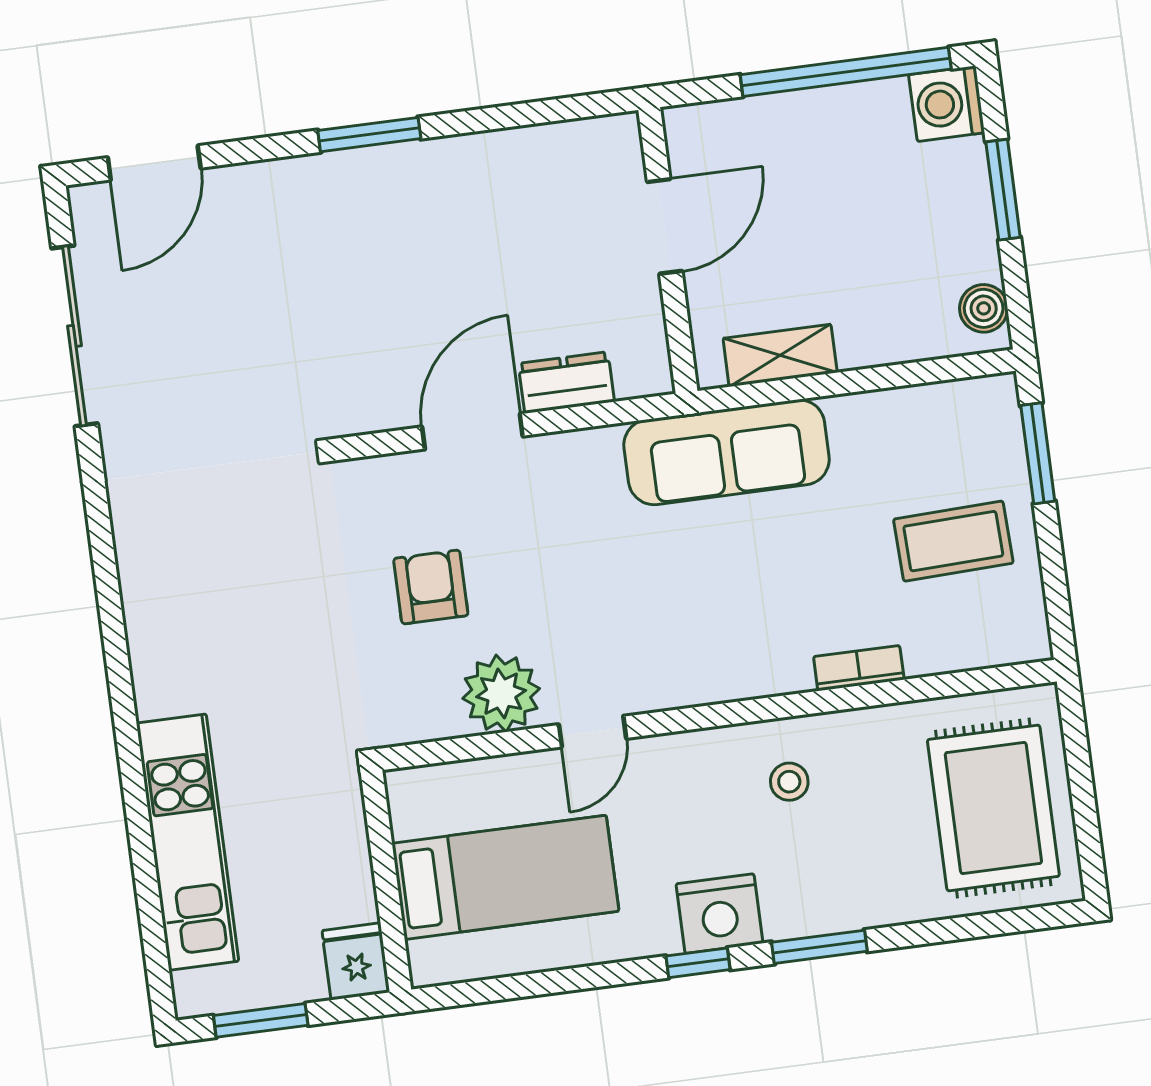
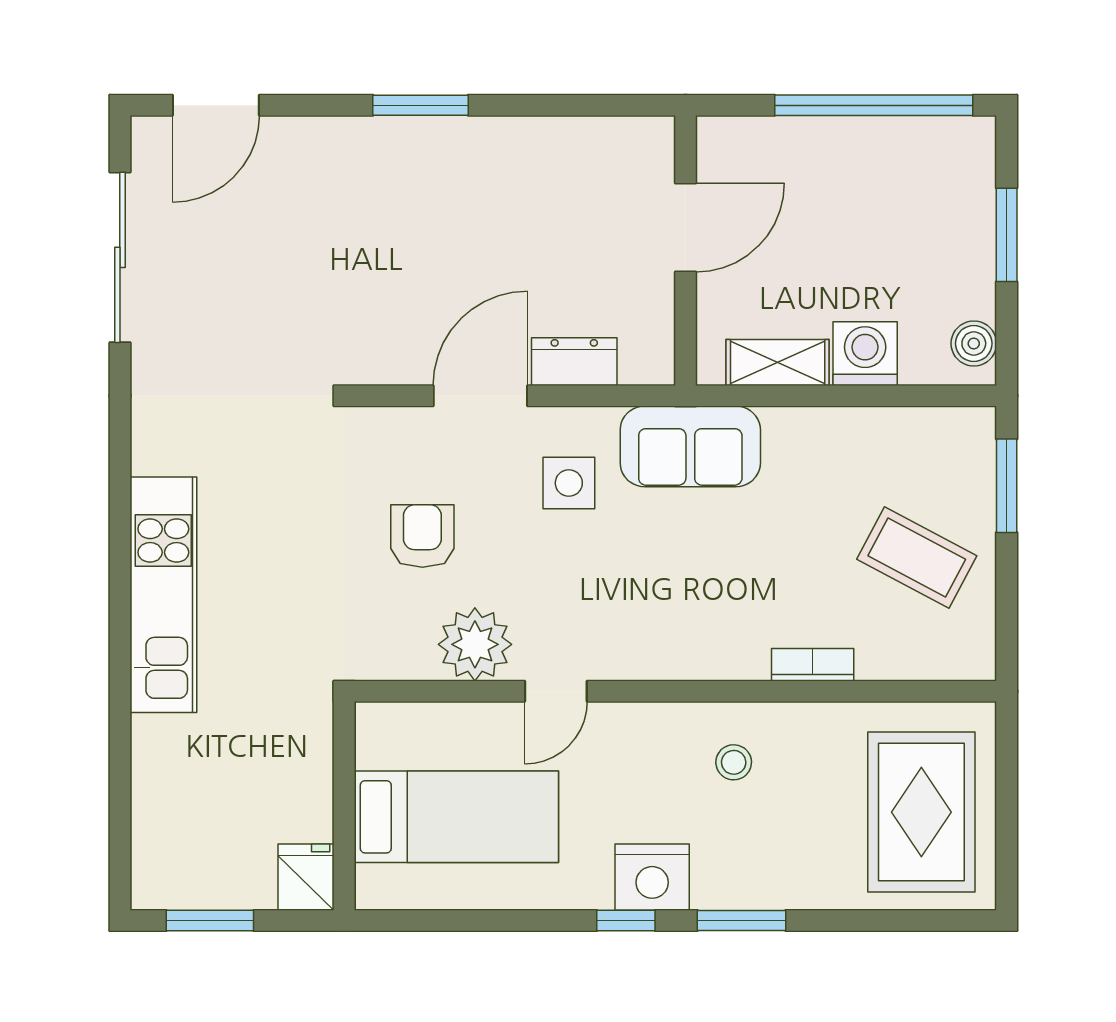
washing machine: (947, 104) -> (865, 354), moved, turned 90
sofa: (727, 452) -> (690, 446), width x0.73
side table: (577, 511) -> (569, 483), added
coffee table: (953, 541) -> (917, 557), turned 30
kitchen unit: (188, 842) -> (163, 595), moved

